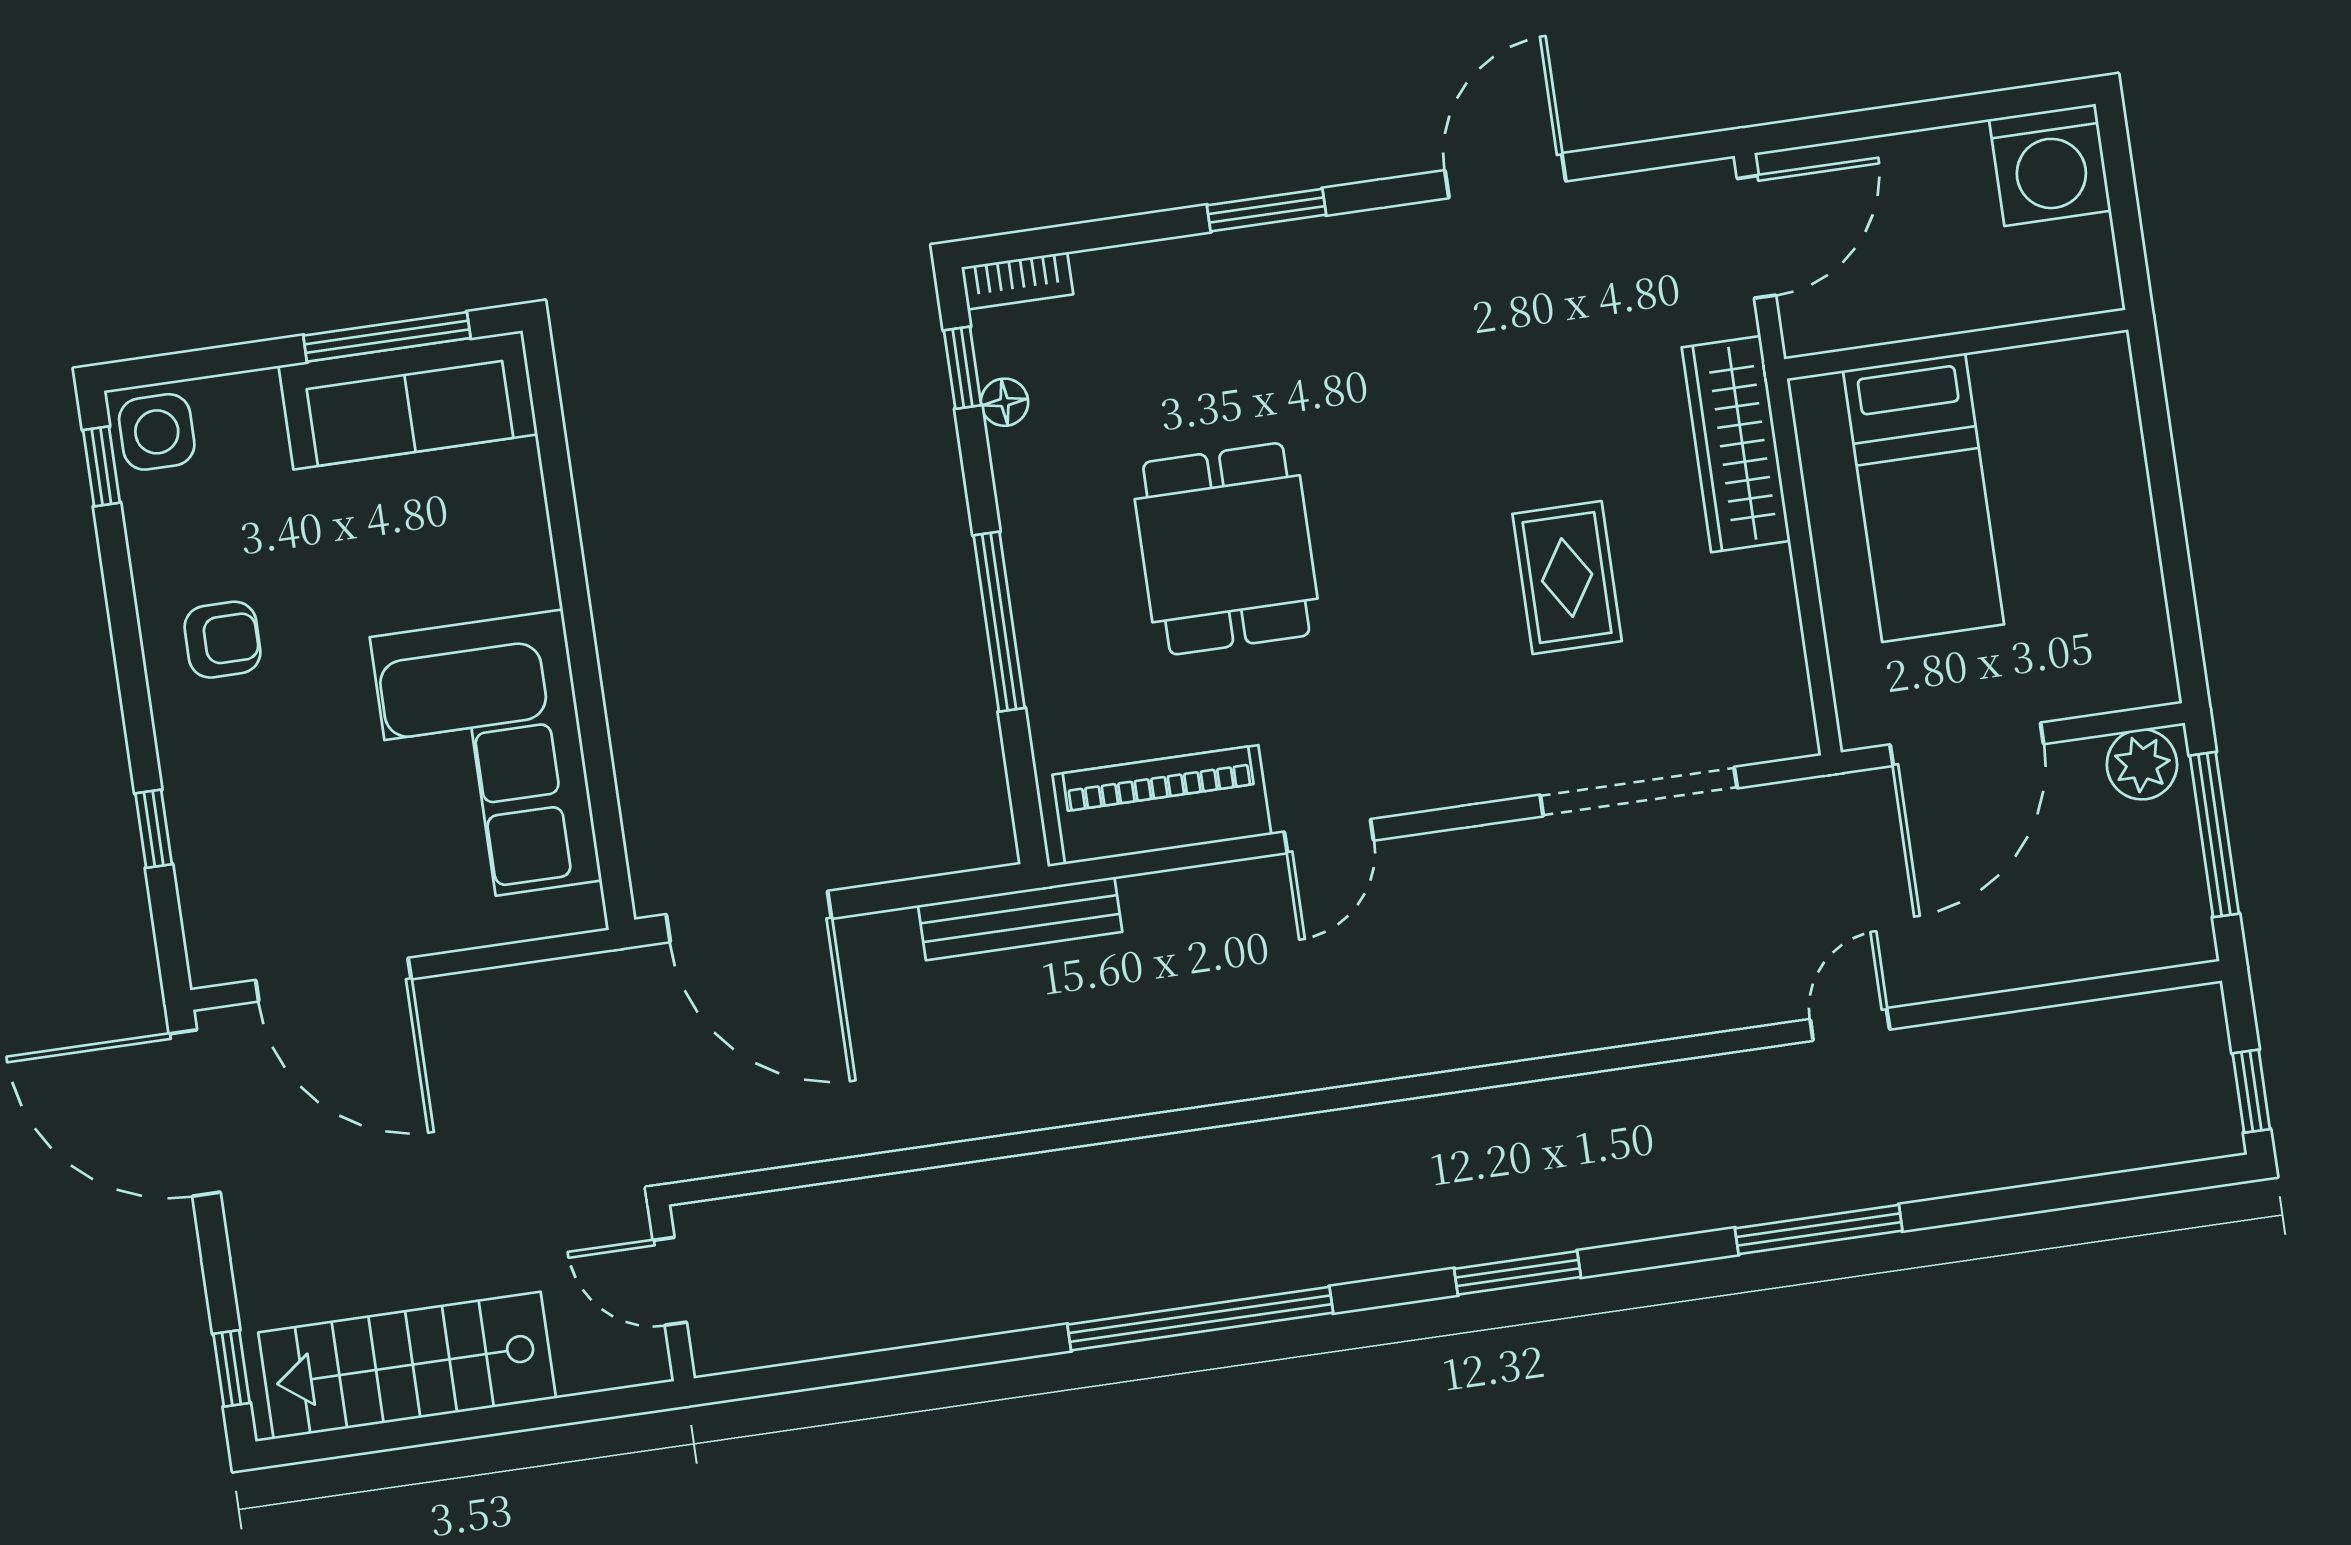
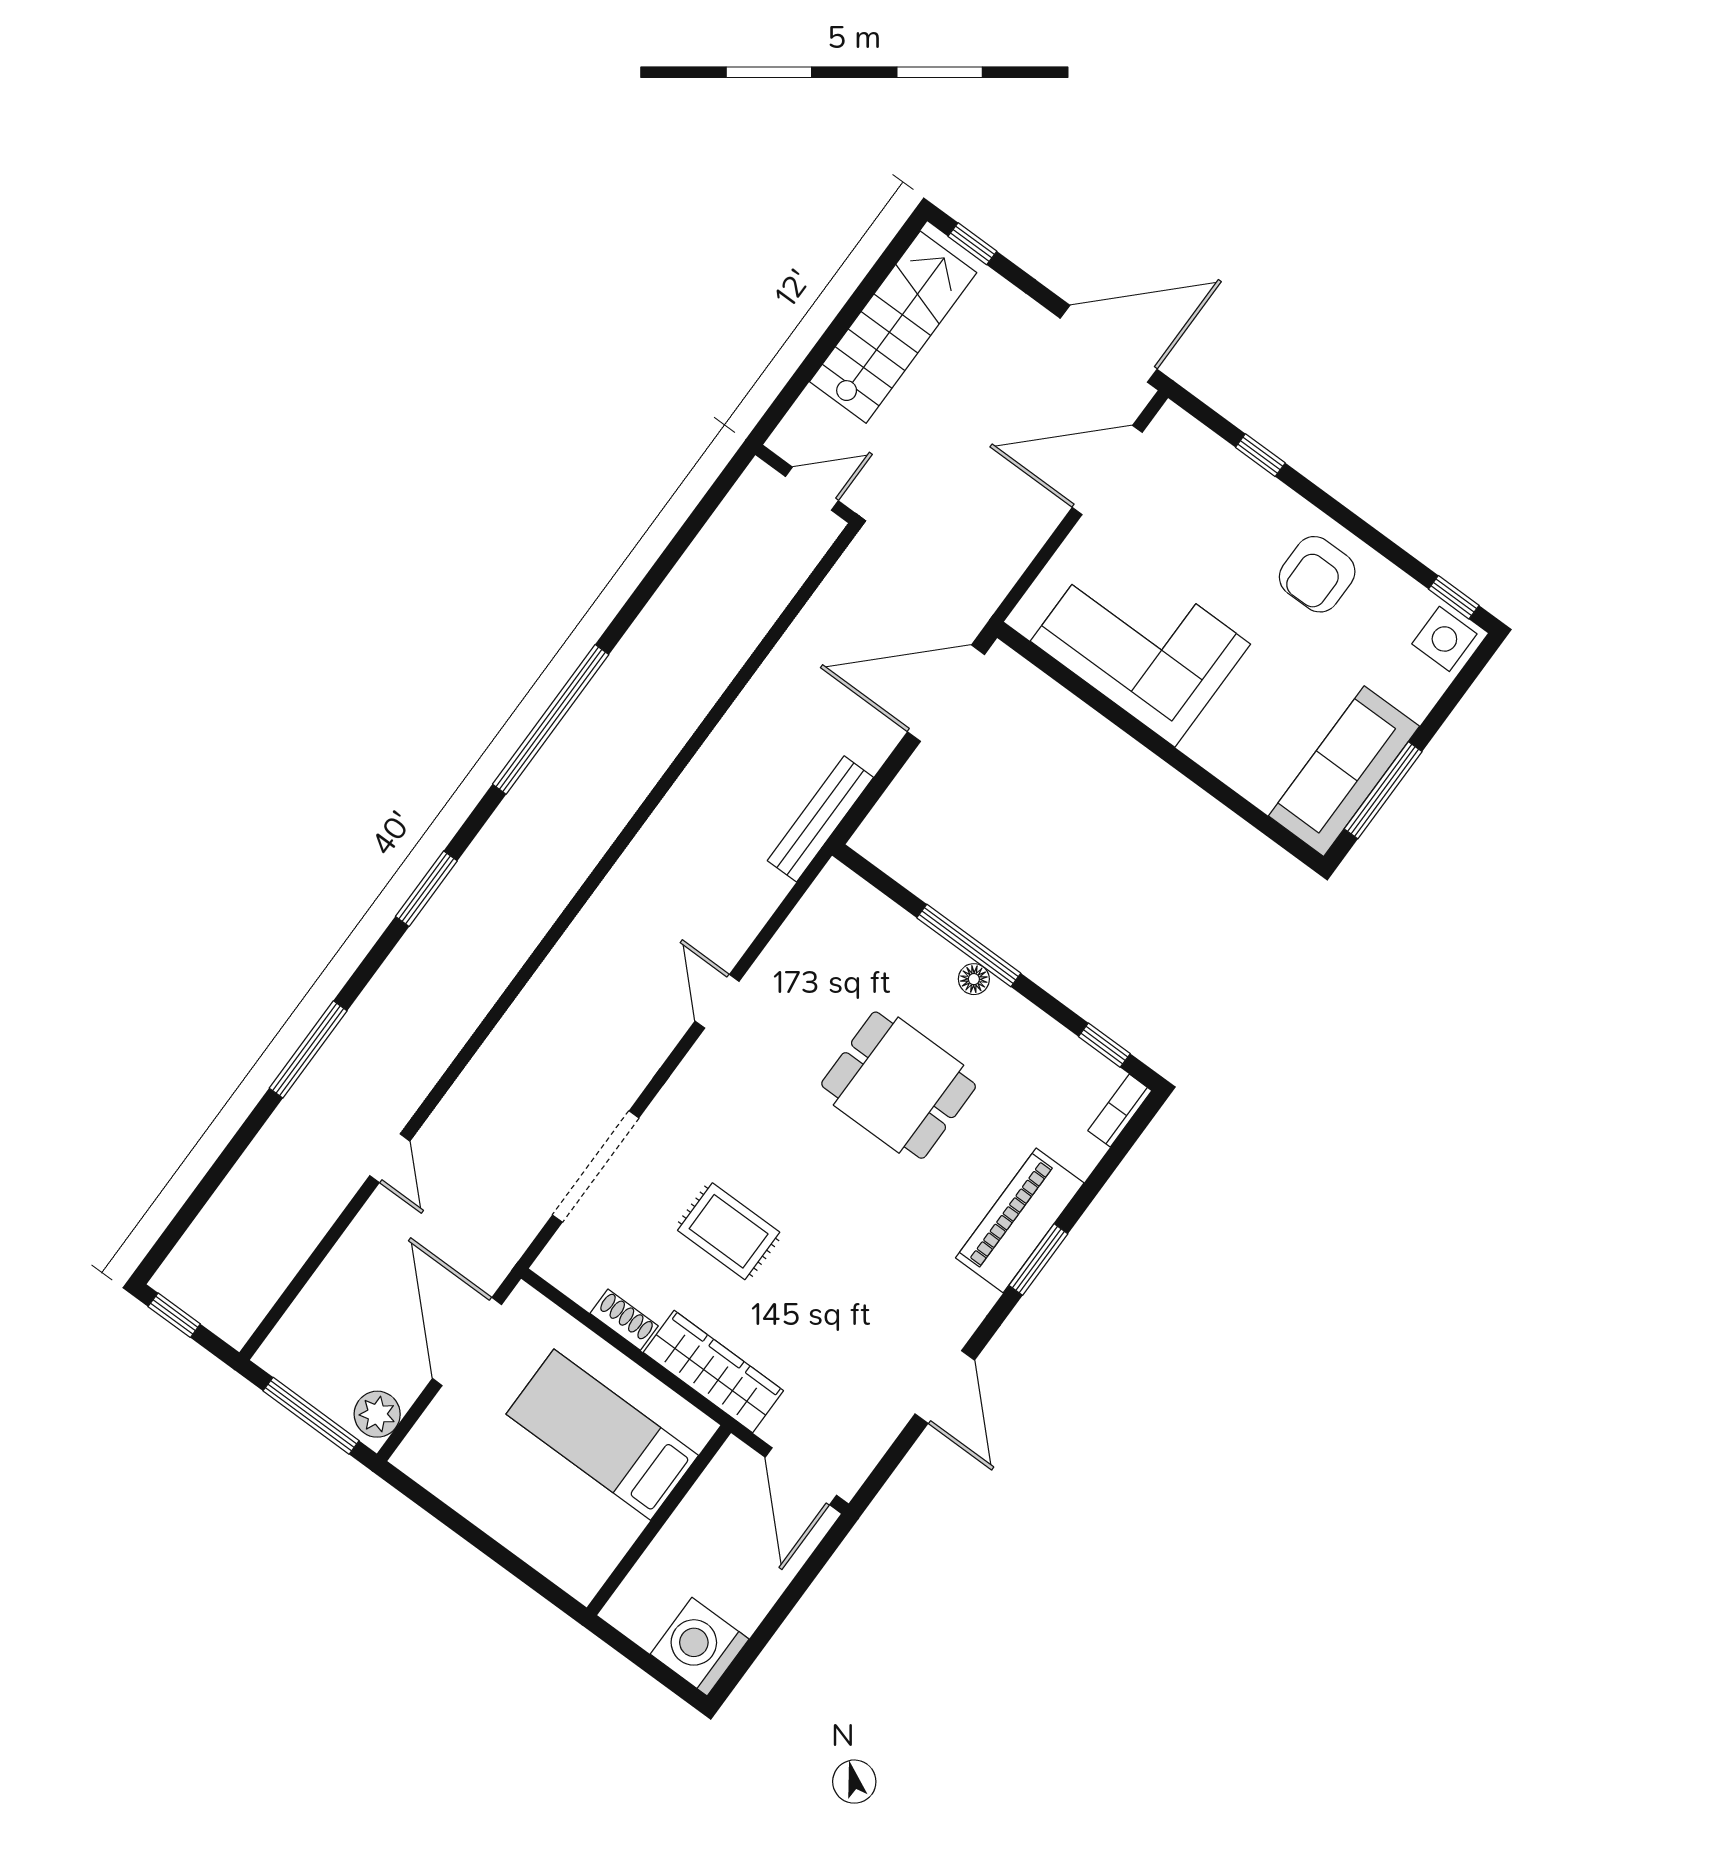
floor lamp: (1005, 402) -> (974, 979), moved
shoe rack: (1775, 597) -> (624, 1320), added
armchair: (222, 640) -> (1317, 574), width x1.38, depth x1.38
piano: (1162, 805) -> (1020, 1220), moved, turned 180

